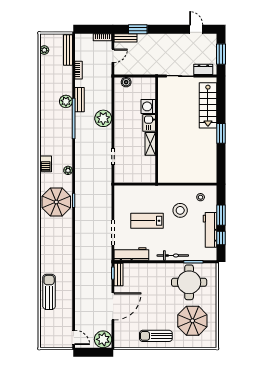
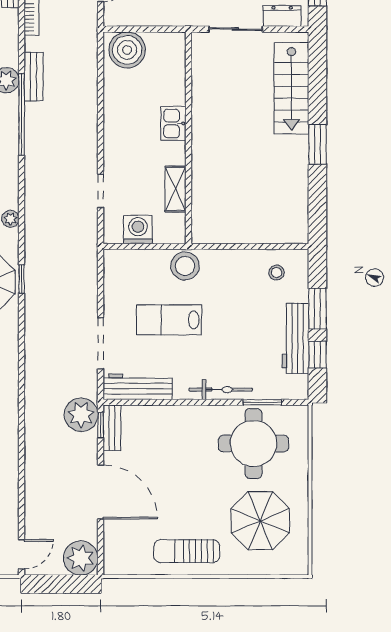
boiler: (126, 82) -> (127, 50), width x1.86, depth x1.86
washing machine: (148, 106) -> (138, 230), moved, turned 90
plant: (103, 118) -> (81, 415), moved
shelving: (150, 144) -> (175, 189), moved
stool: (180, 210) -> (185, 266), moved
door: (113, 306) -> (101, 492), hinge flipped
door: (74, 337) -> (22, 554), hinge flipped

